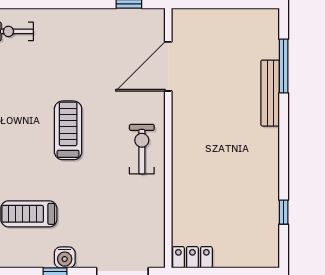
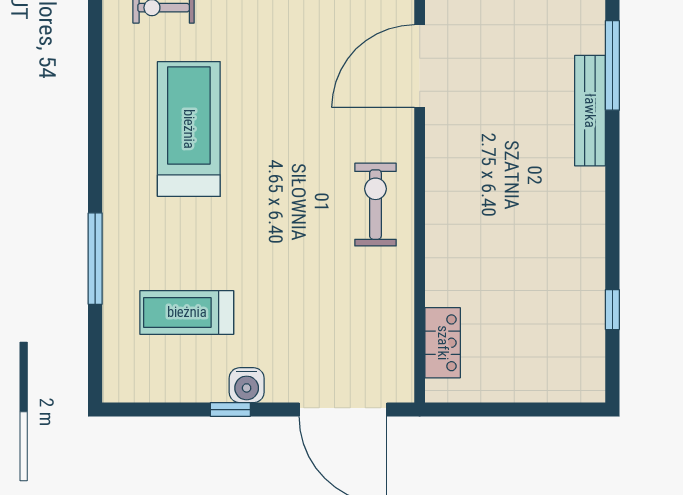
treadmill: (68, 130) -> (189, 129), moved, width x1.37, depth x1.38
locker: (192, 257) -> (443, 343), moved, turned 90

